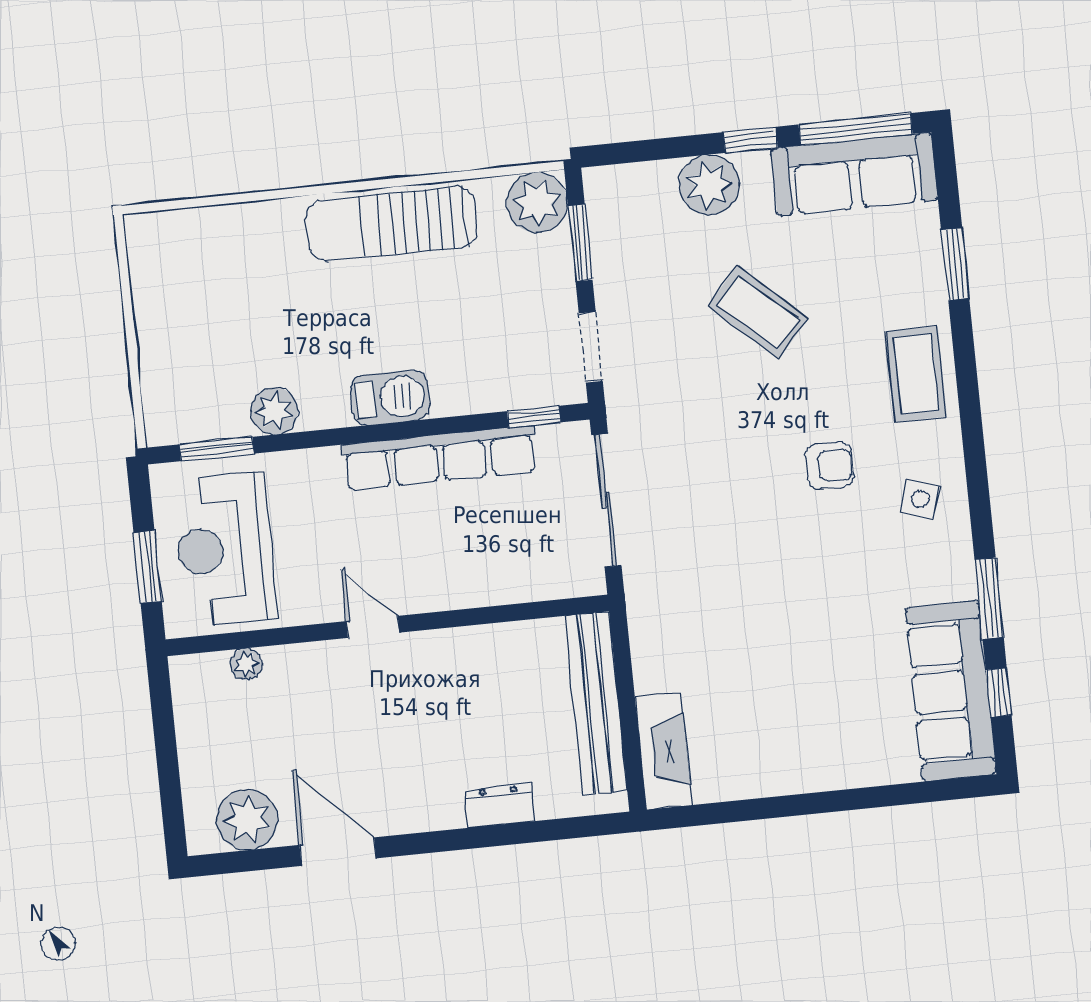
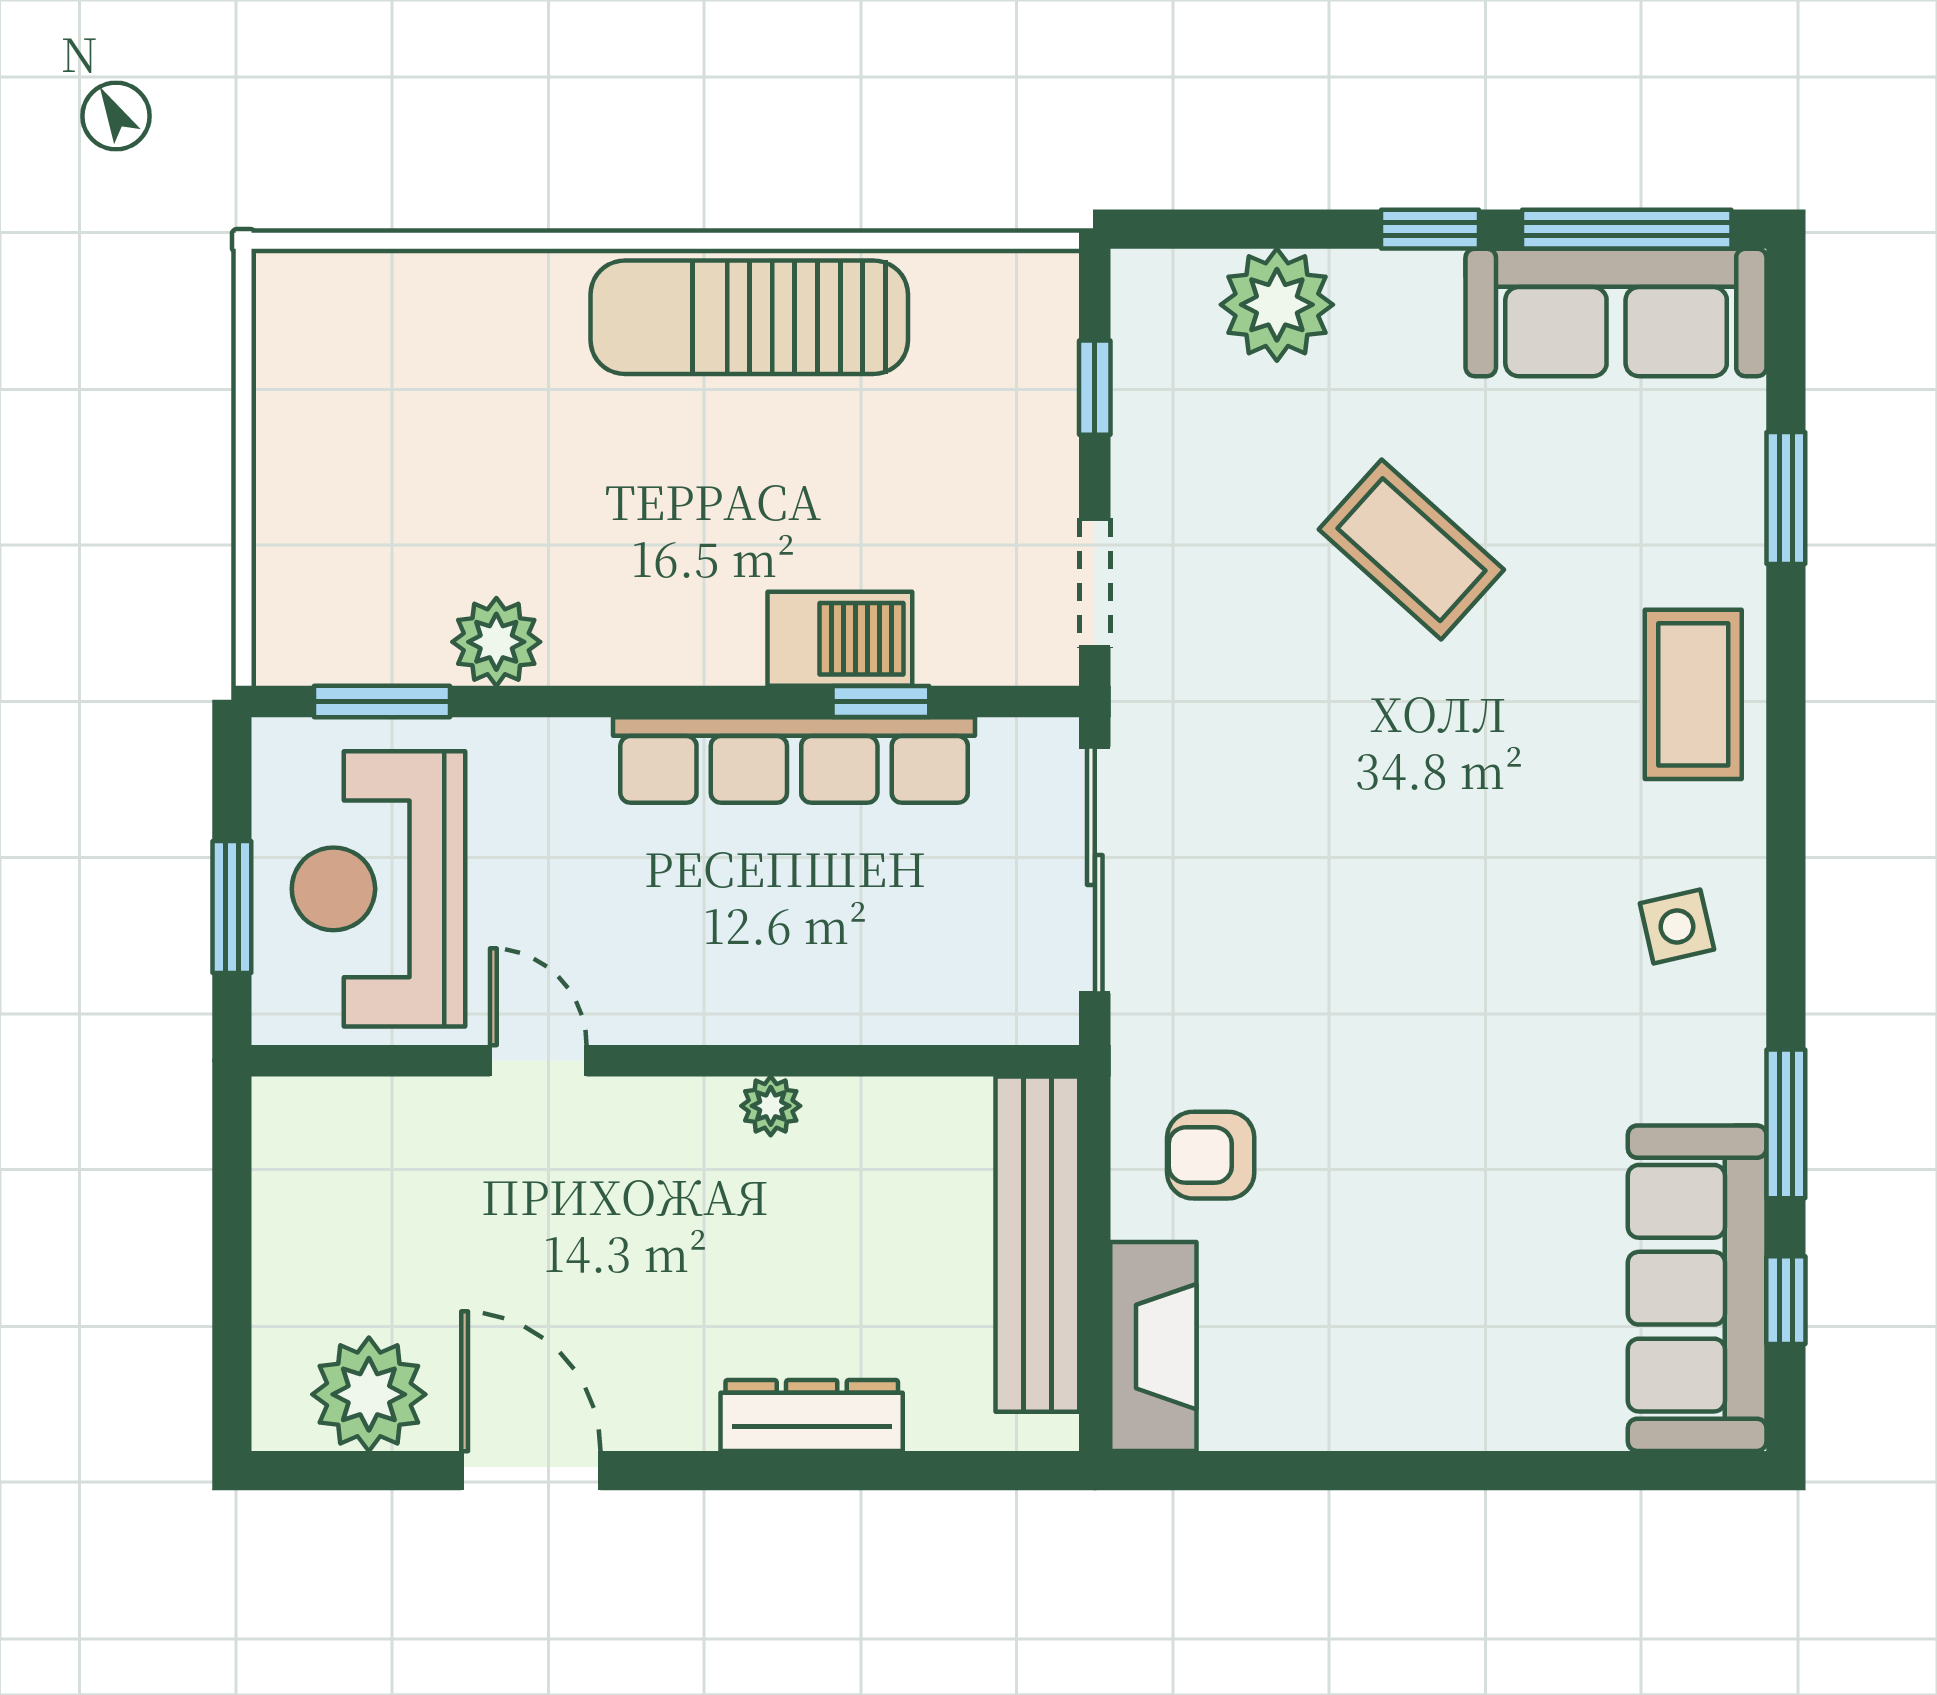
plant: (709, 185) -> (1277, 305), moved
plant: (537, 203) -> (1023, 305), removed
window: (580, 243) -> (1095, 388), width x0.67
barbecue: (390, 398) -> (840, 639), moved
window: (534, 417) -> (881, 701), moved
armchair: (829, 466) -> (1211, 1155), moved, turned 180
side table: (920, 499) -> (1677, 926), turned -31
door: (373, 627) -> (538, 1061), moved
plant: (246, 664) -> (771, 1106), moved
dresser: (500, 805) -> (812, 1416), width x1.44

